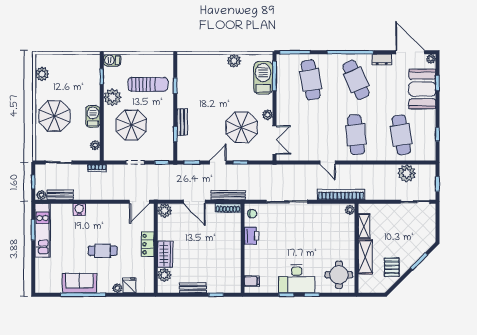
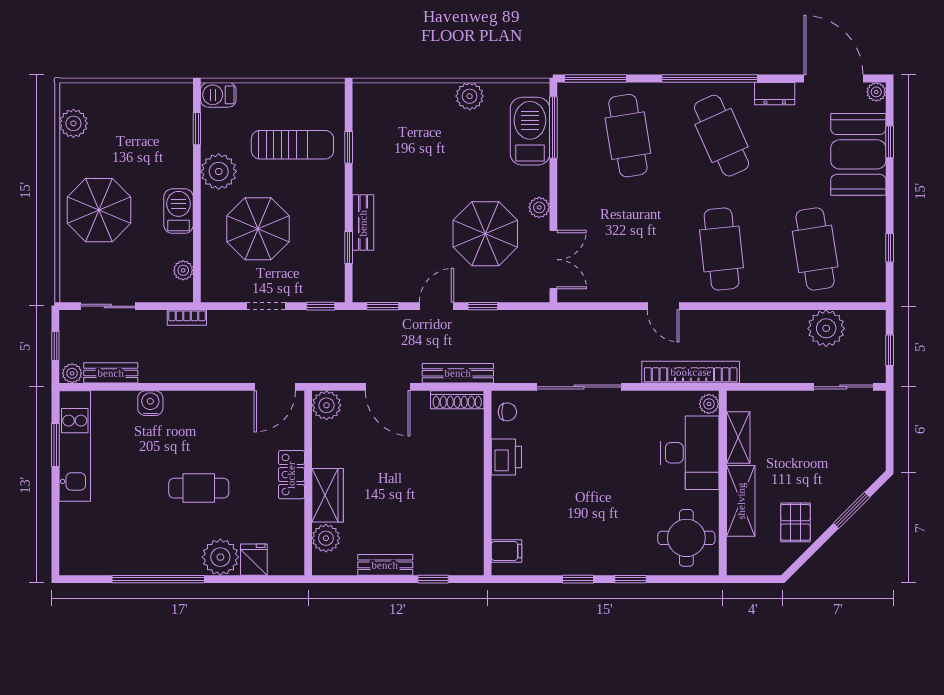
desk: (297, 279) -> (690, 453), moved, turned -90
sofa: (79, 283) -> (151, 555), removed
plant: (117, 288) -> (220, 557), width x1.88, depth x1.88

